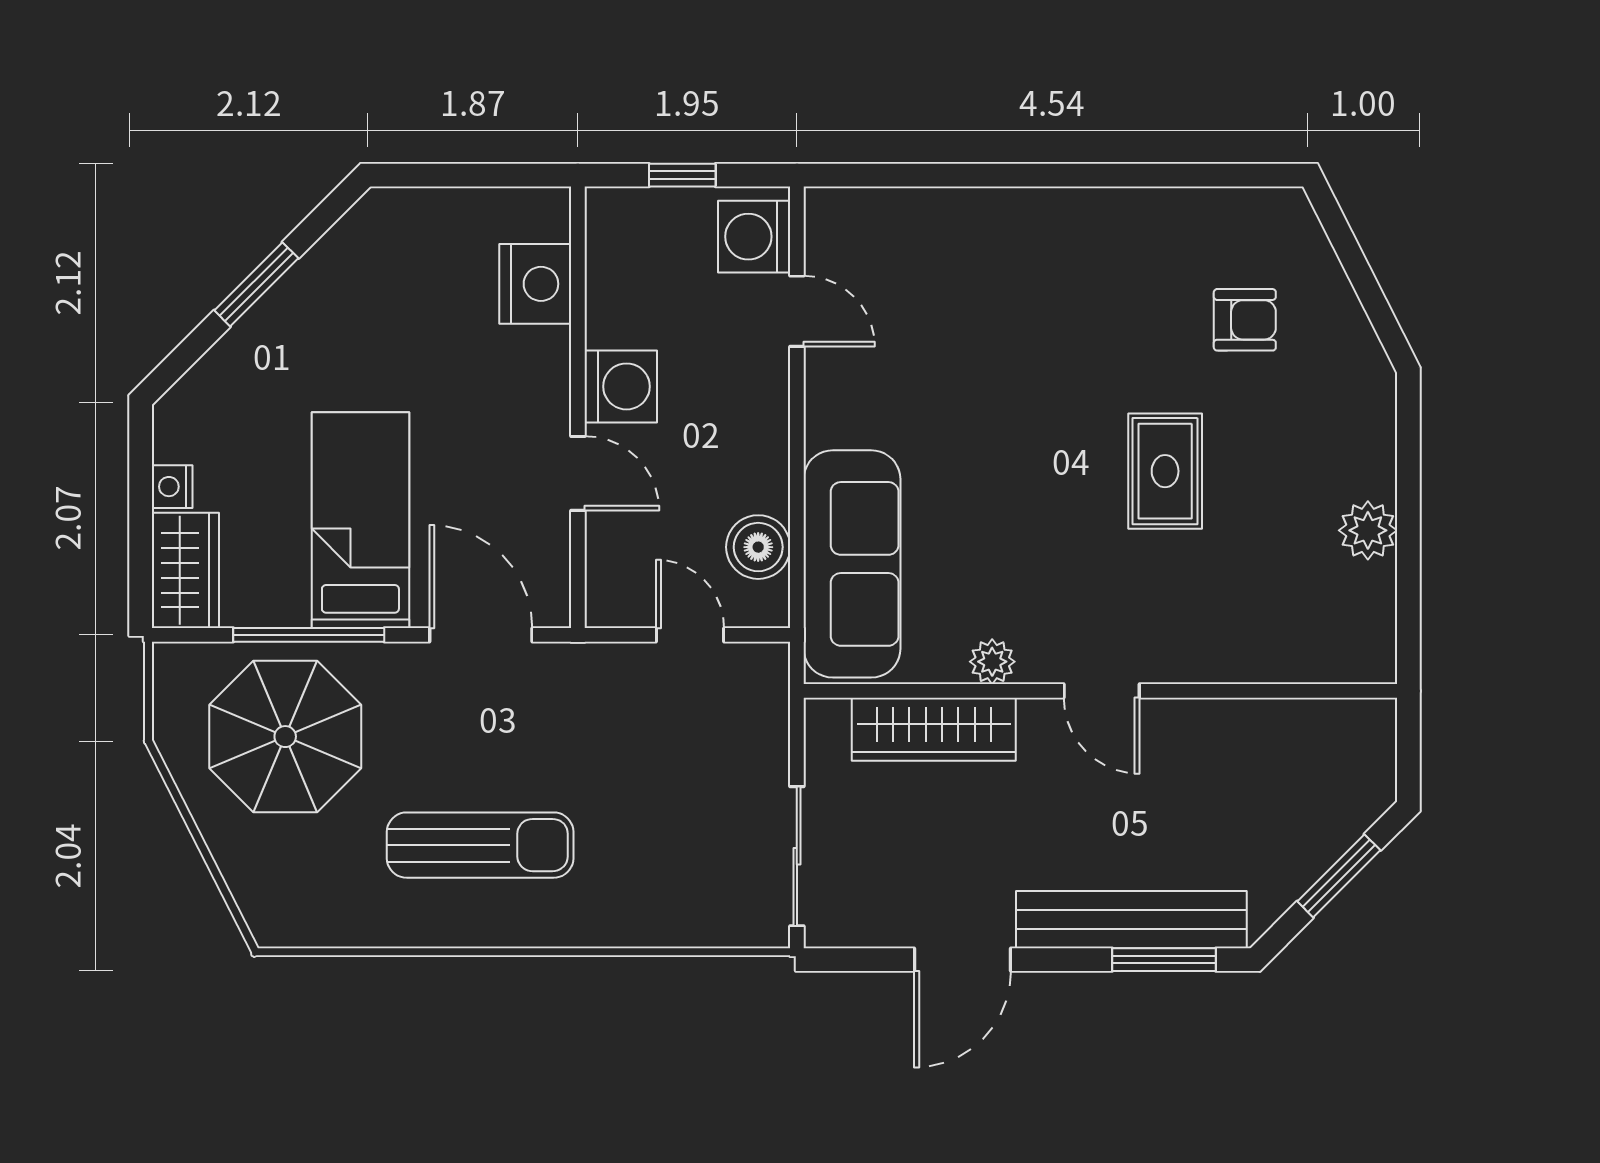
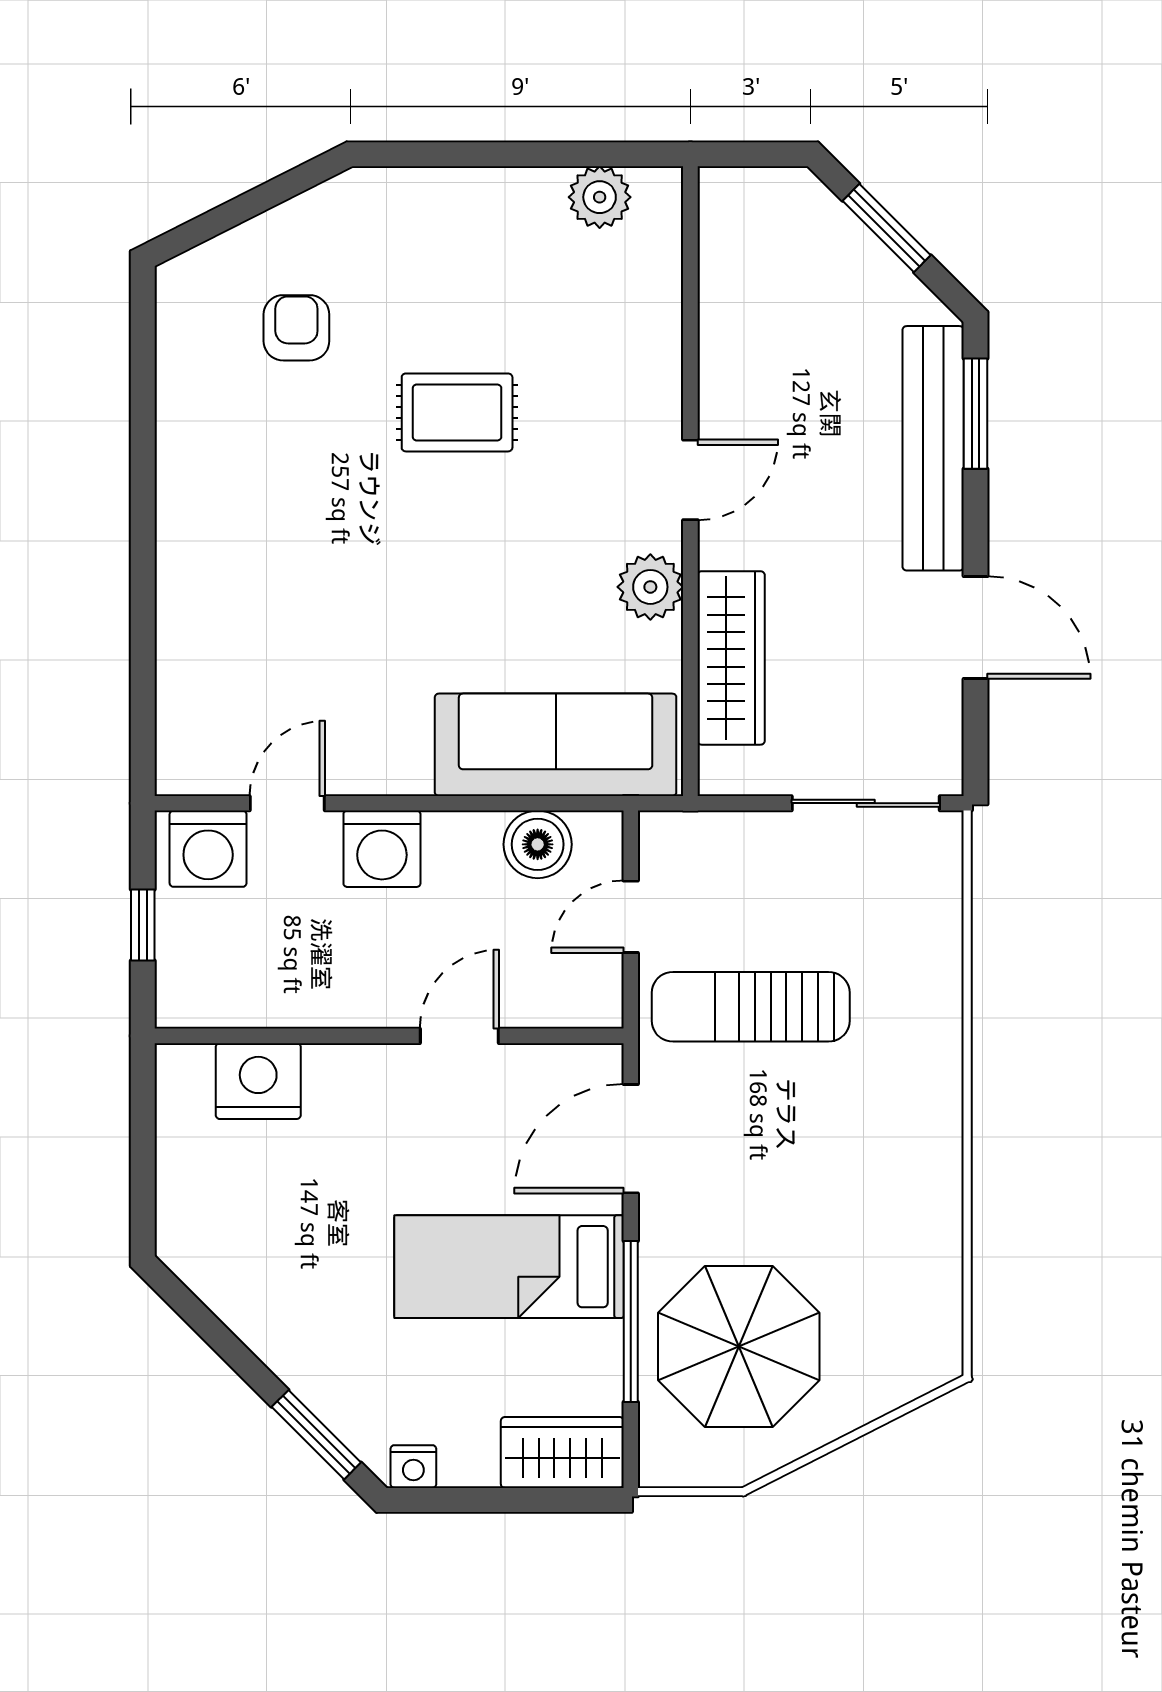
window: (256, 284) -> (316, 1435), moved
washing machine: (621, 386) -> (382, 849), moved, turned 180
nightstand: (172, 487) -> (413, 1467), moved
plant: (1368, 530) -> (600, 197), moved
plant: (992, 662) -> (650, 587), width x1.38, depth x1.38
sun lounger: (480, 845) -> (751, 1007), moved, turned -90

